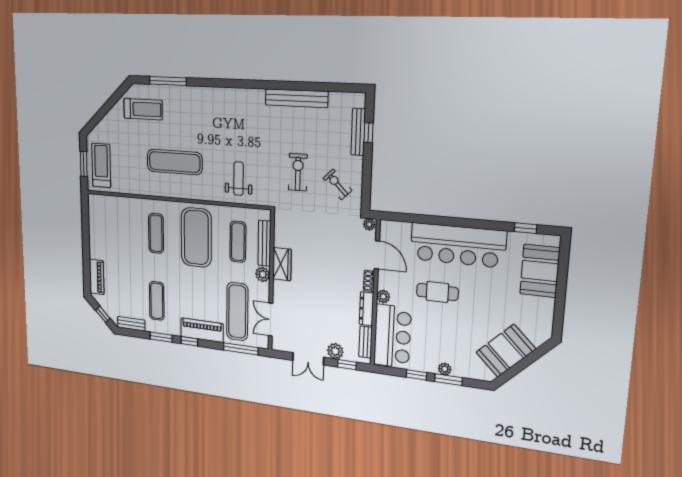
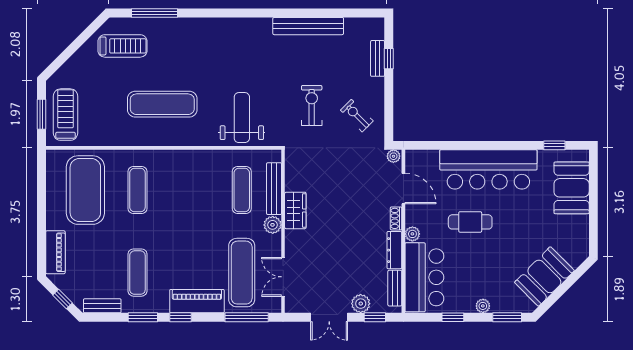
bench: (358, 132) -> (378, 58), width x0.73
weight bench: (239, 179) -> (242, 118), width x1.36, depth x1.33
exercise mat: (196, 237) -> (85, 190), moved
window: (448, 380) -> (507, 317), moved

